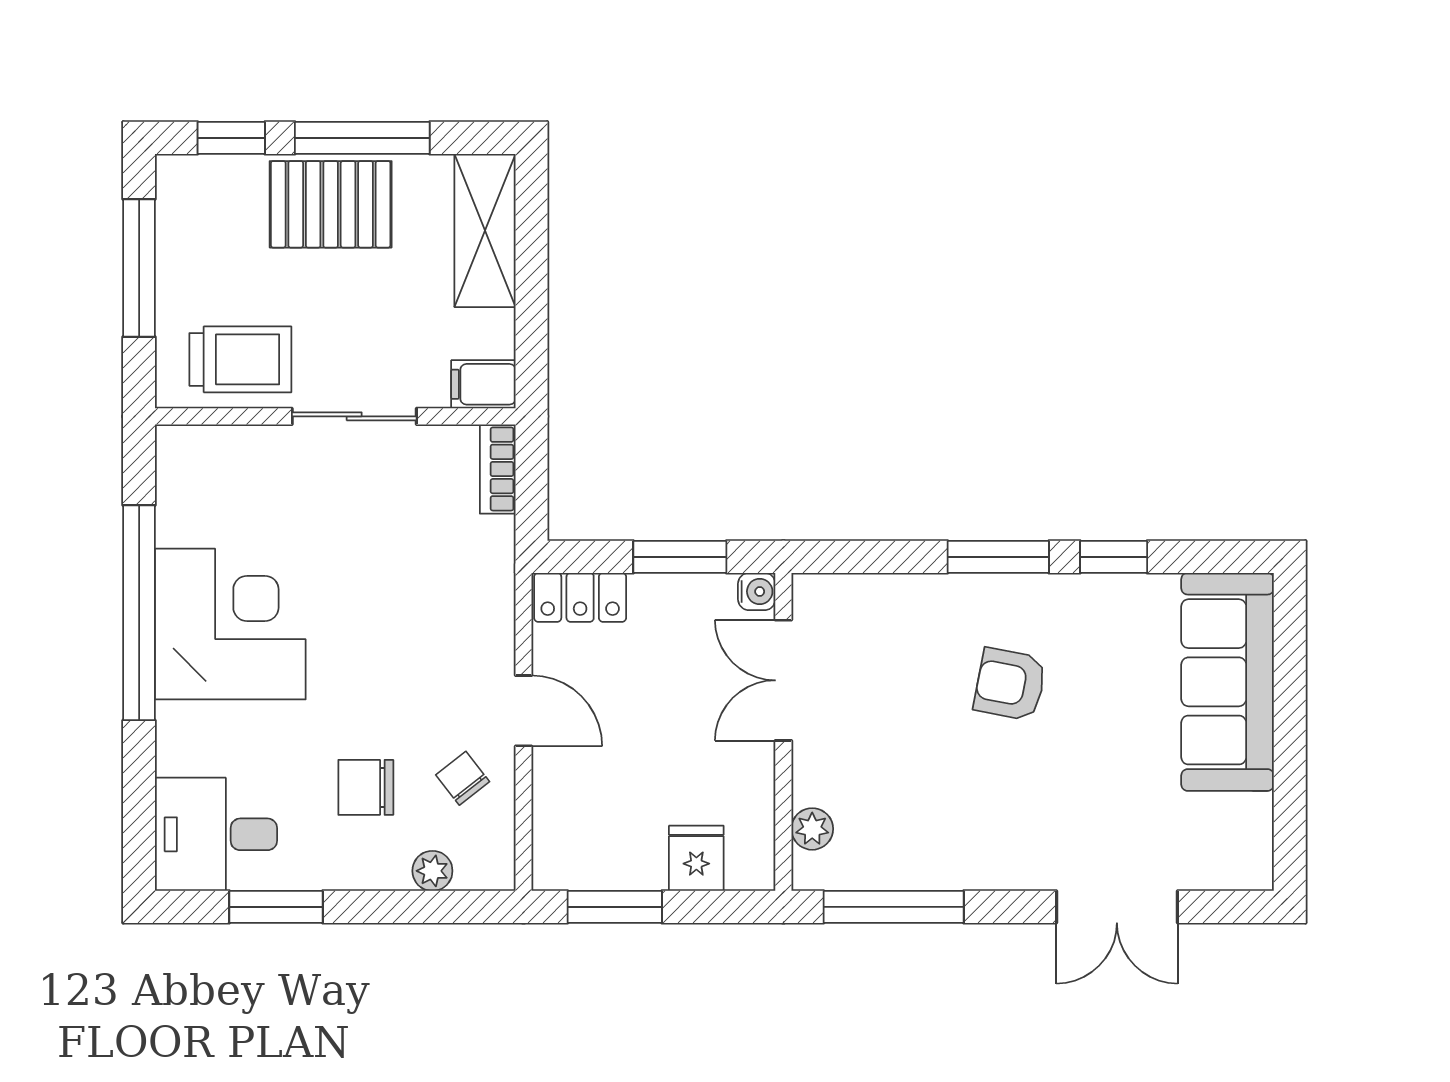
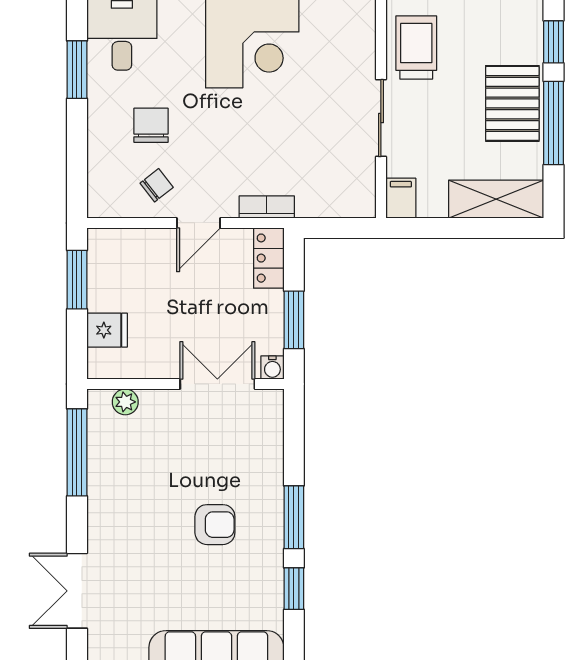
trolley: (240, 359) -> (416, 48), turned 180
bookcase: (498, 469) -> (267, 207), moved
armchair: (1010, 684) -> (215, 525), turned 79
plant: (432, 871) -> (99, 167), removed

